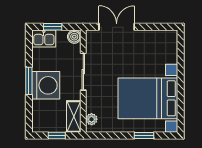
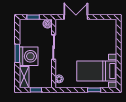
kitchen sink: (44, 38) -> (27, 25), removed
bed with nightstands: (148, 98) -> (97, 71), width x0.73
shelving: (74, 117) -> (24, 77), moved

